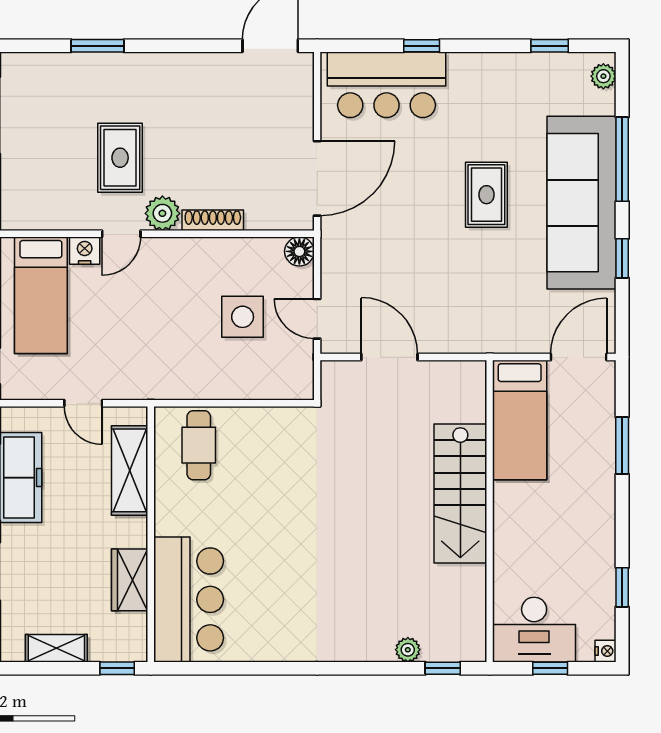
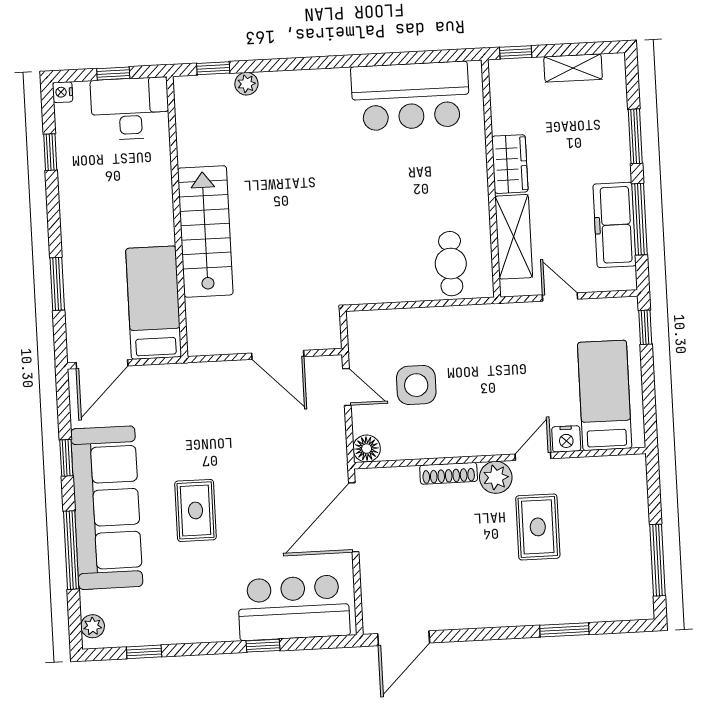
wardrobe: (130, 580) -> (510, 164), moved
bar counter: (189, 599) -> (410, 96), moved, turned -90

